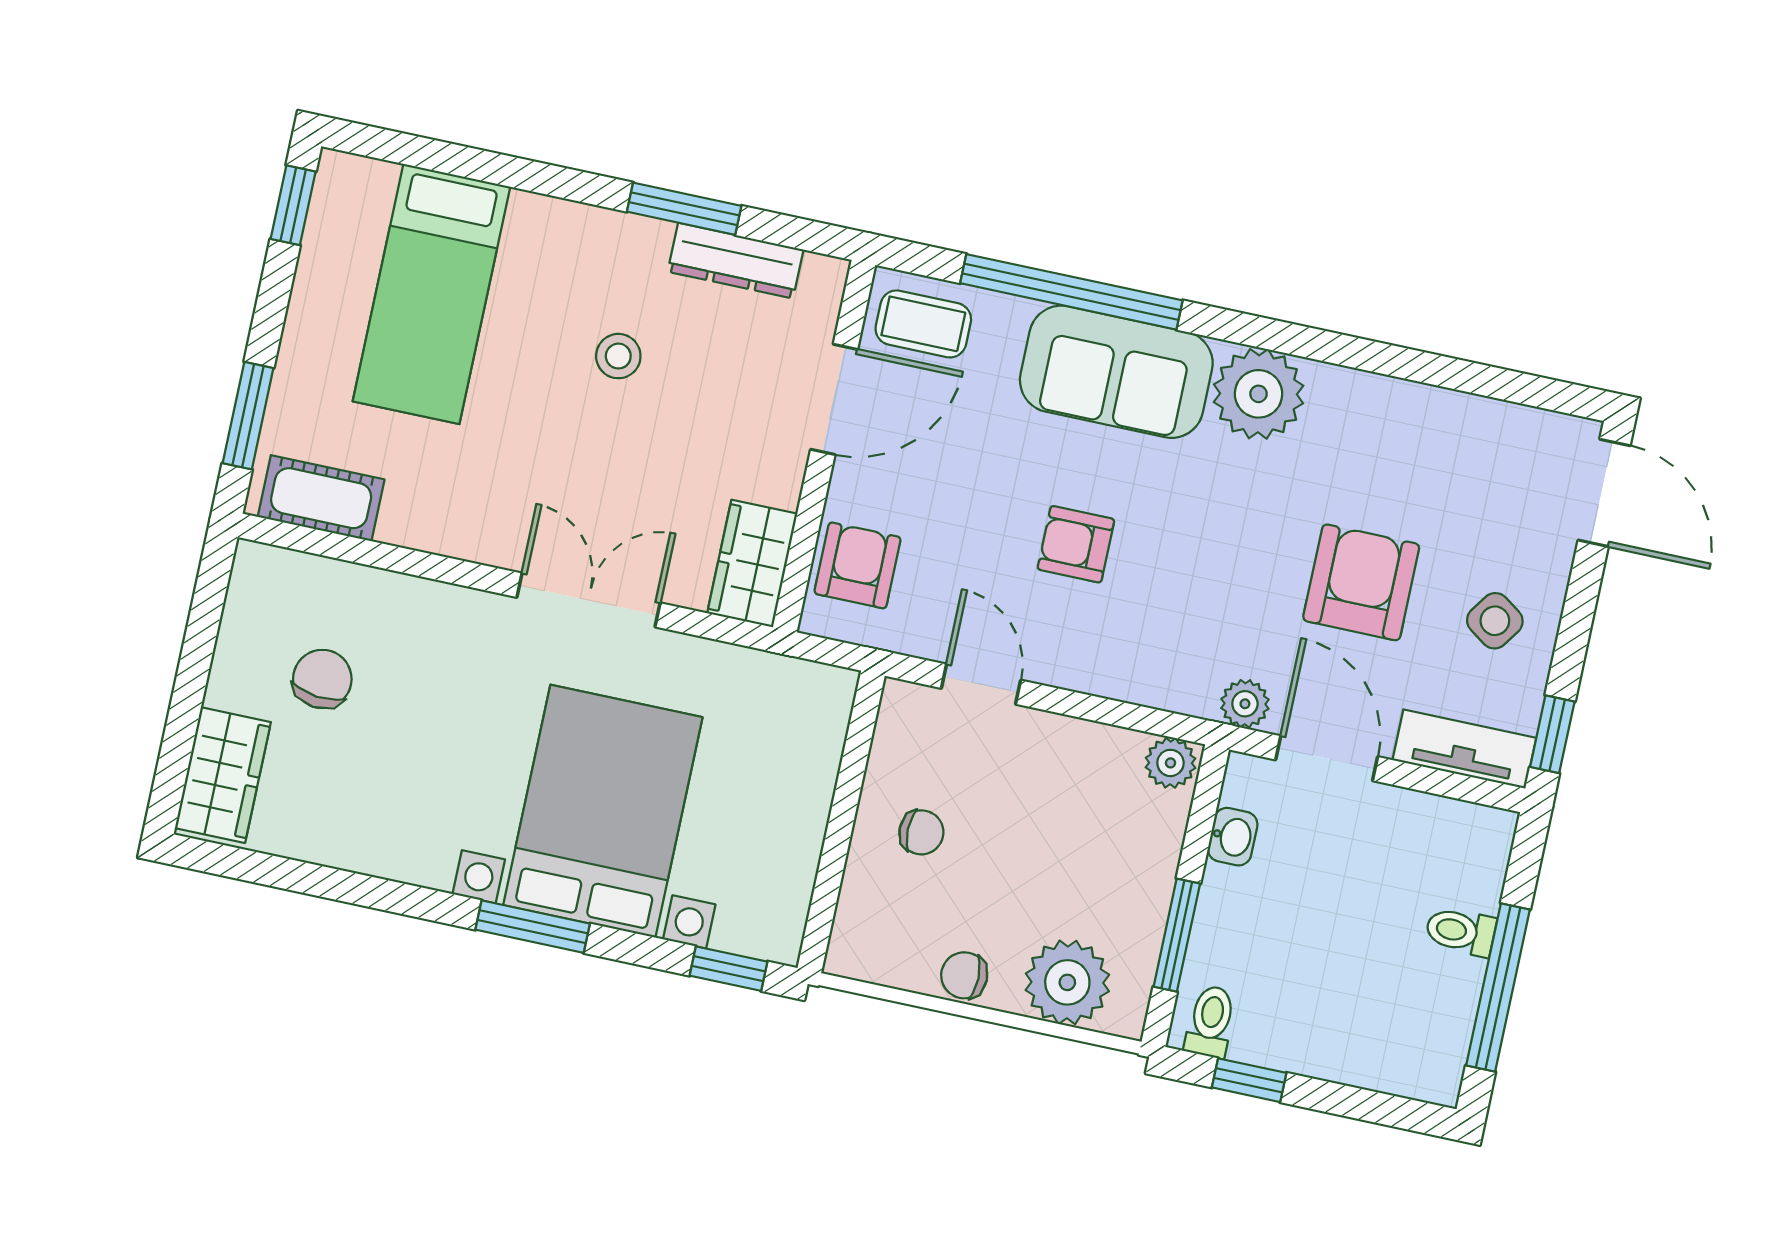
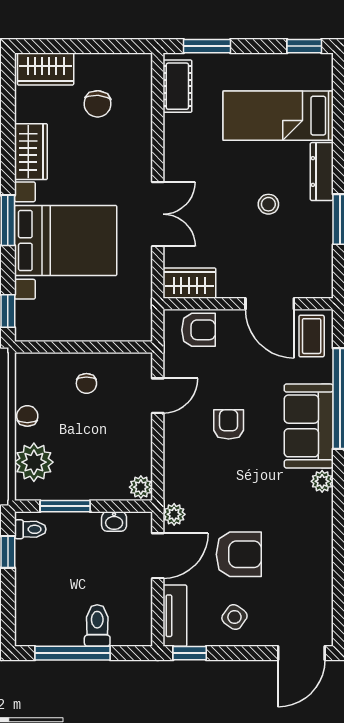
dresser: (736, 261) -> (322, 172), moved
plant: (1258, 394) -> (322, 481), width x0.53, depth x0.53
chair: (322, 679) -> (97, 104), turned 88
wardrobe: (395, 845) -> (31, 152), added
toilet: (1461, 931) -> (97, 626), width x1.37, depth x1.39

